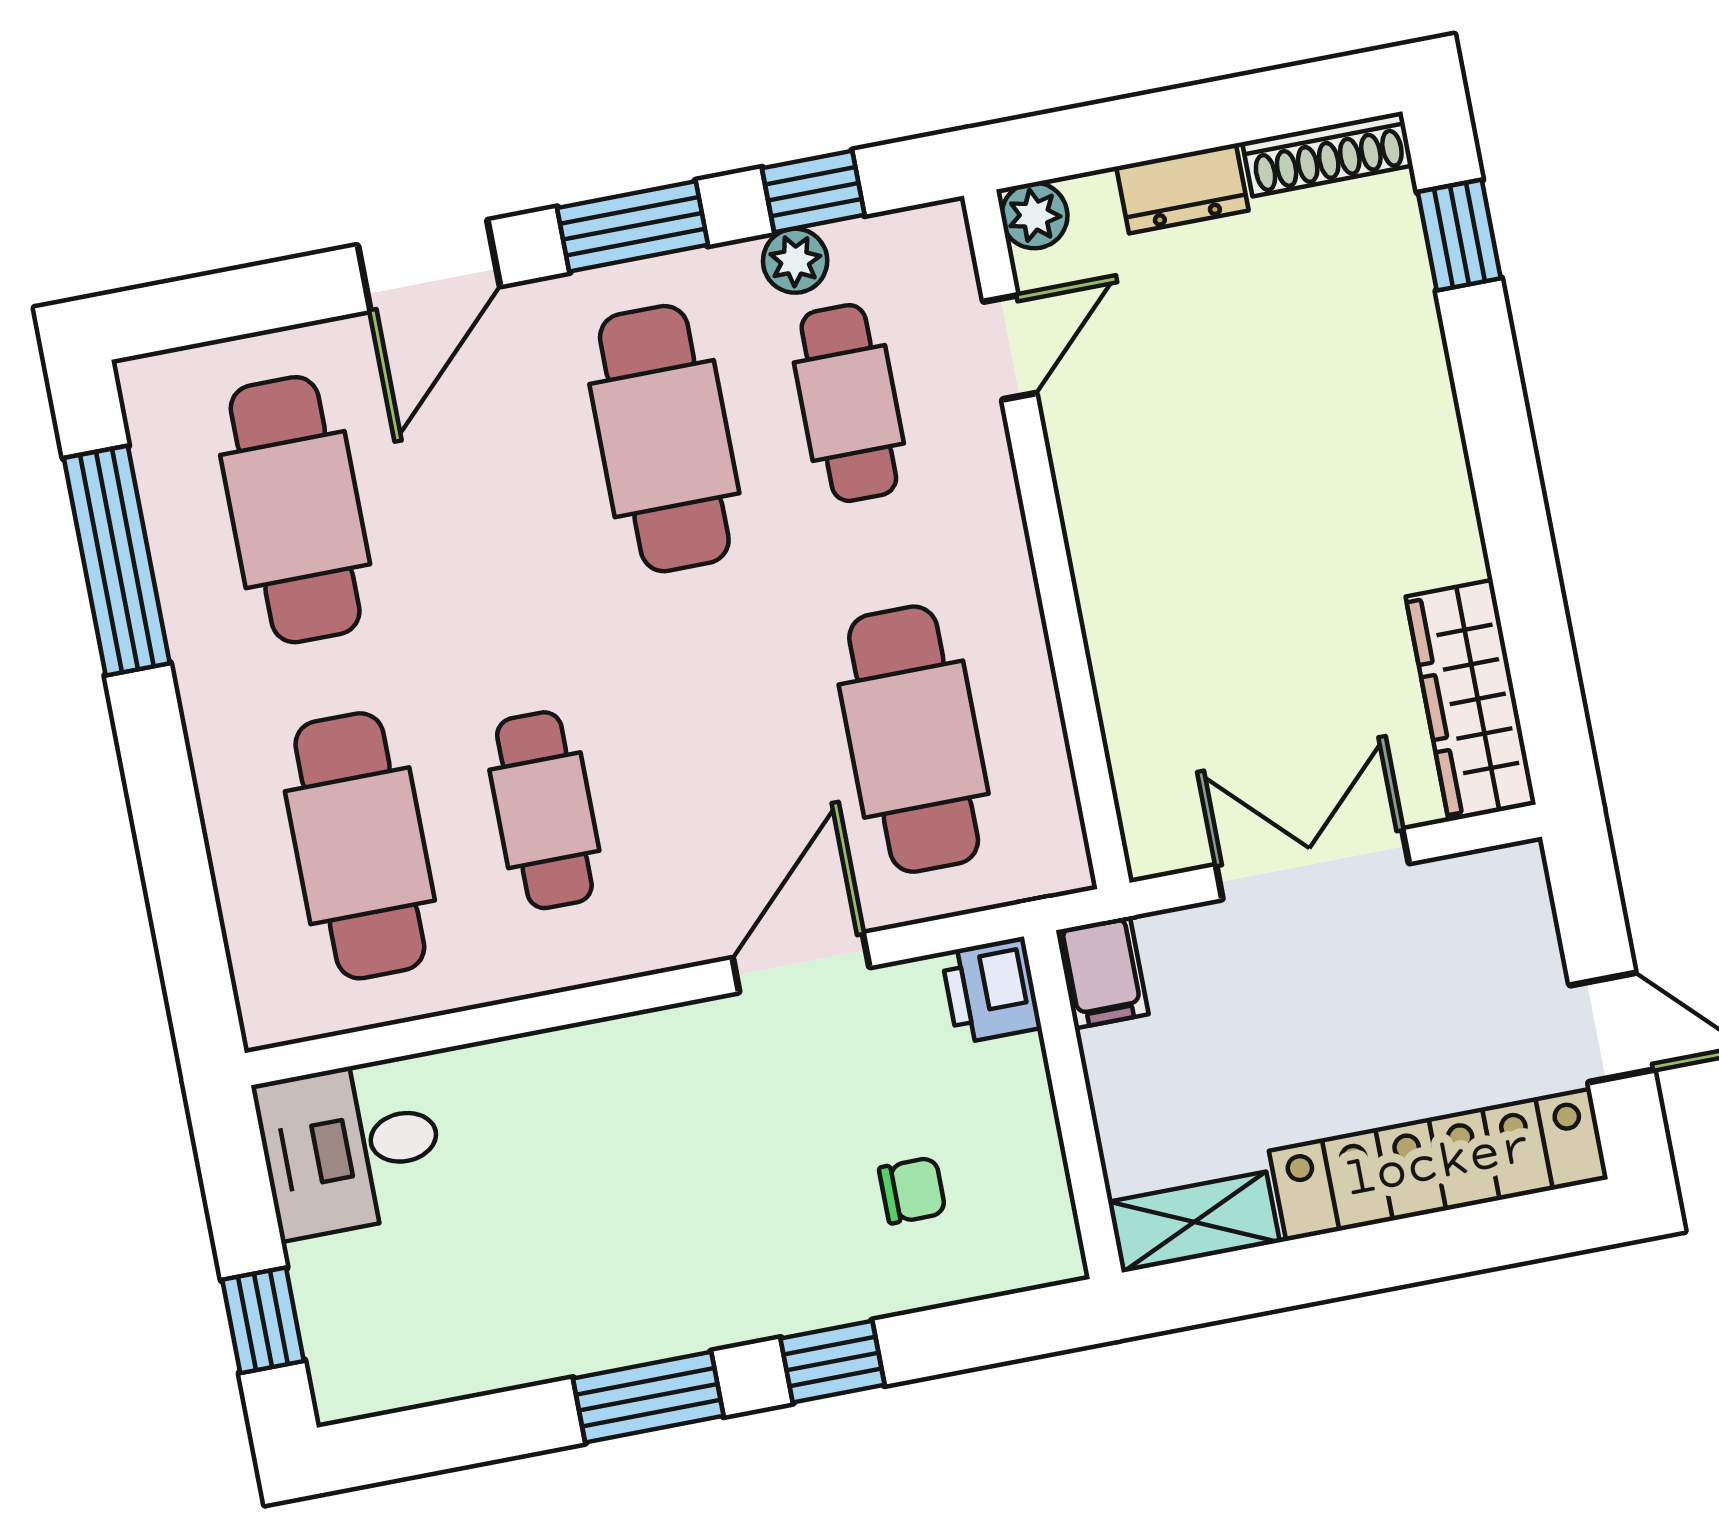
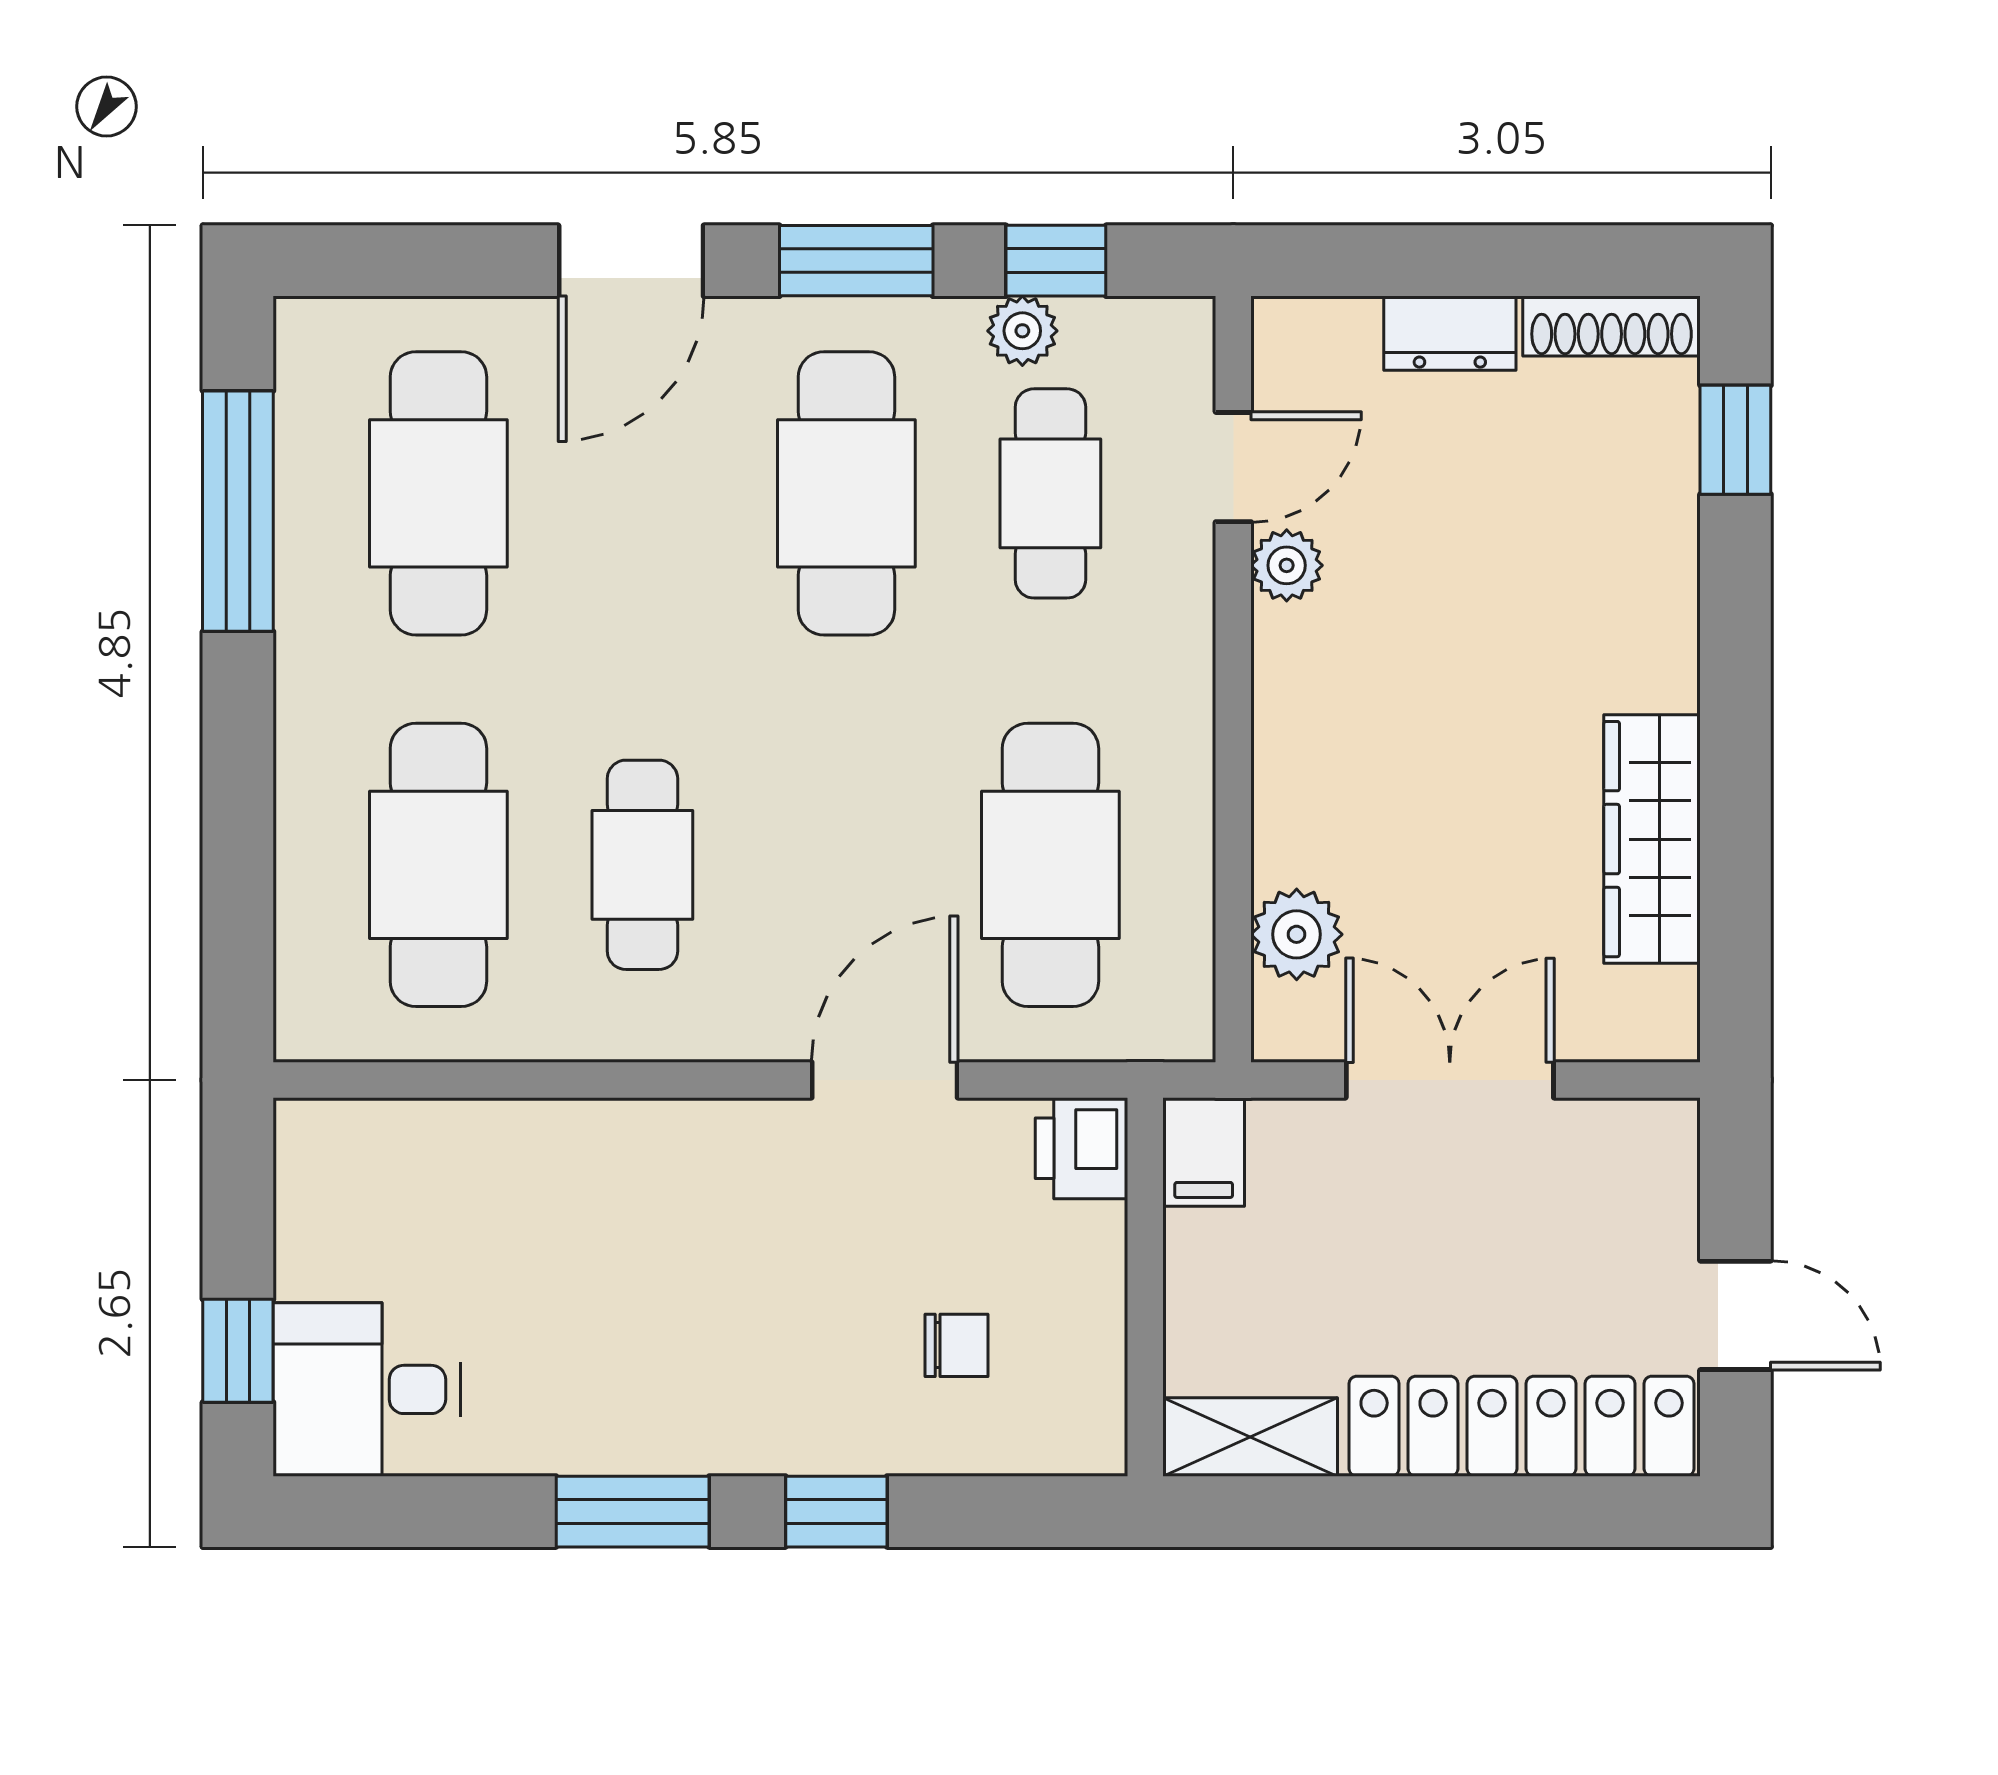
plant: (1034, 216) -> (1287, 565), moved
wardrobe: (1471, 700) -> (1652, 839), moved
plant: (1148, 759) -> (1297, 934), added
desk: (351, 1147) -> (367, 1389), moved

